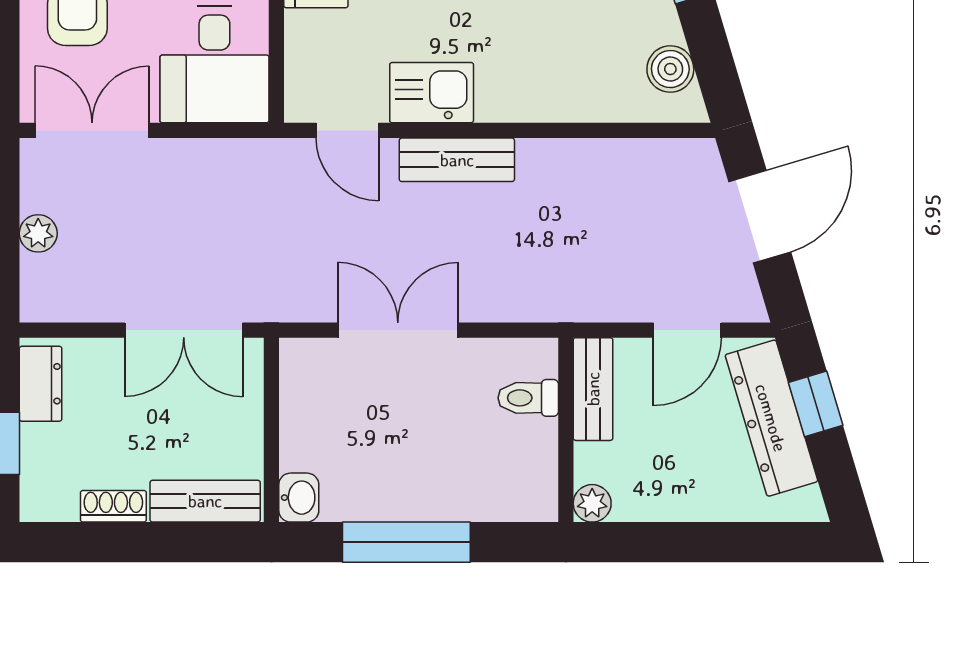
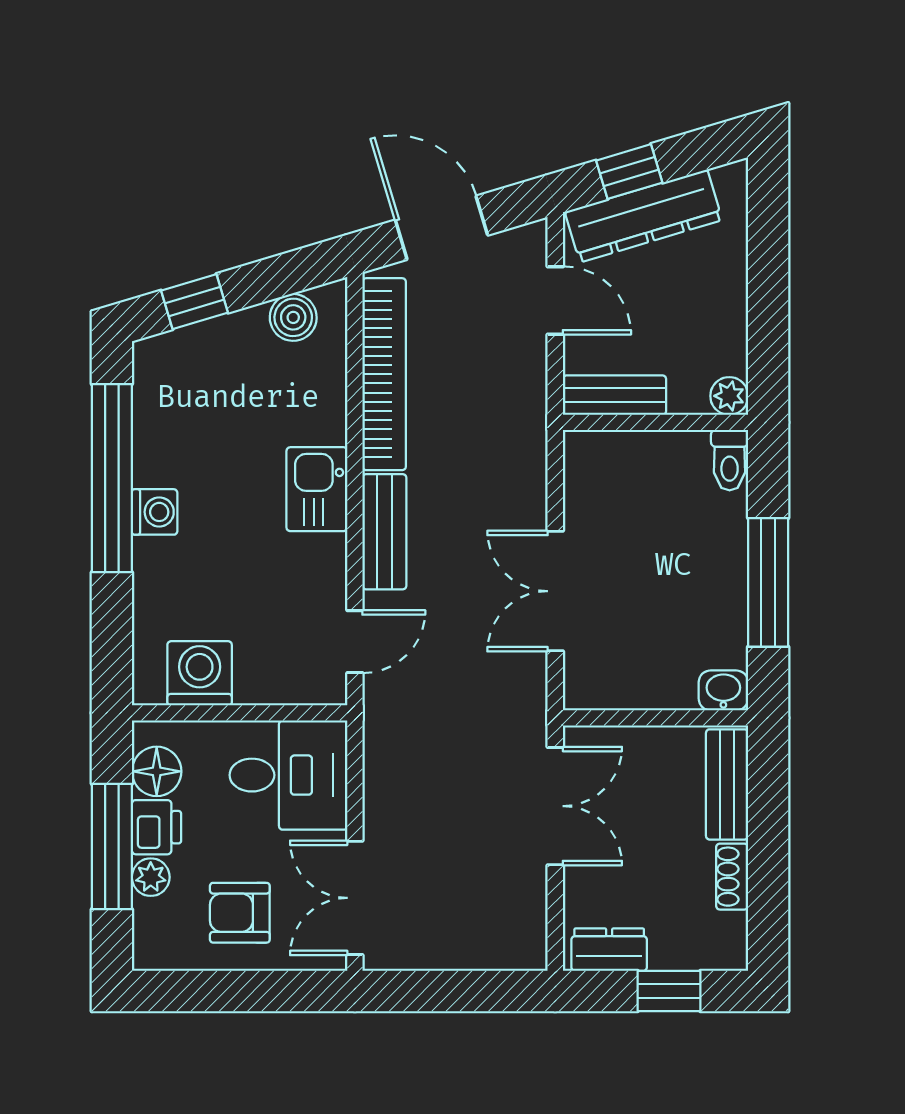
kitchen sink: (432, 93) -> (317, 489), moved
bookcase: (614, 160) -> (384, 374), added
plant: (38, 233) -> (458, 952), removed
toilet: (528, 398) -> (730, 460), moved

